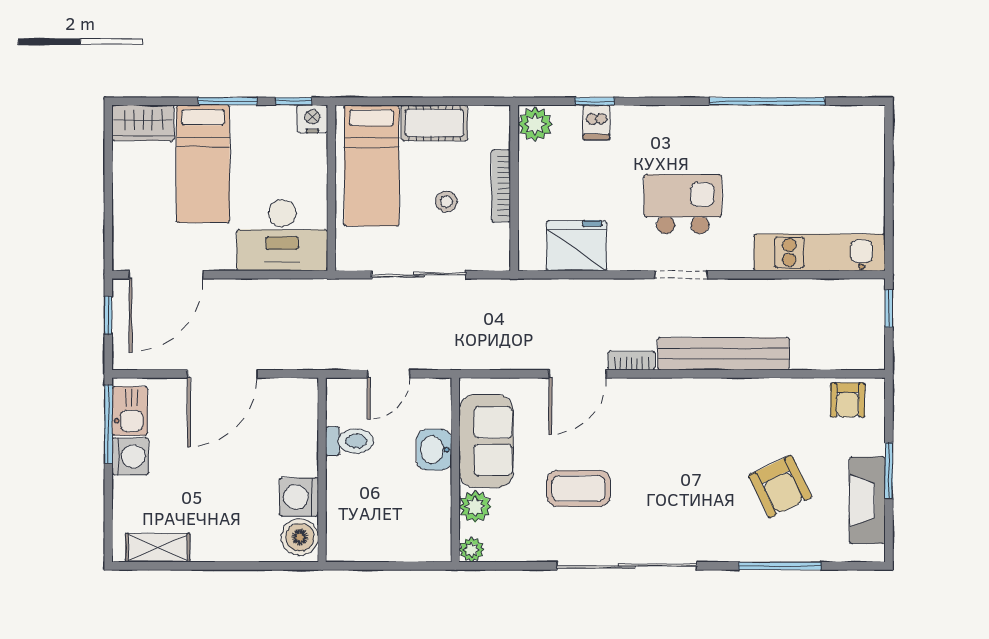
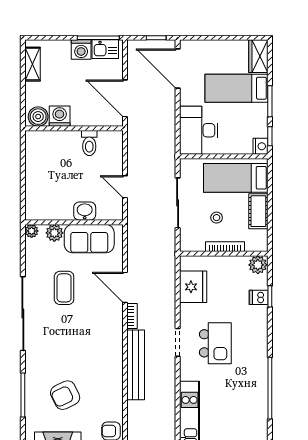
toilet: (350, 441) -> (89, 143), moved
wall: (322, 470) -> (74, 128), moved
washing machine: (299, 497) -> (60, 116), moved
boiler: (300, 537) -> (38, 117), moved

